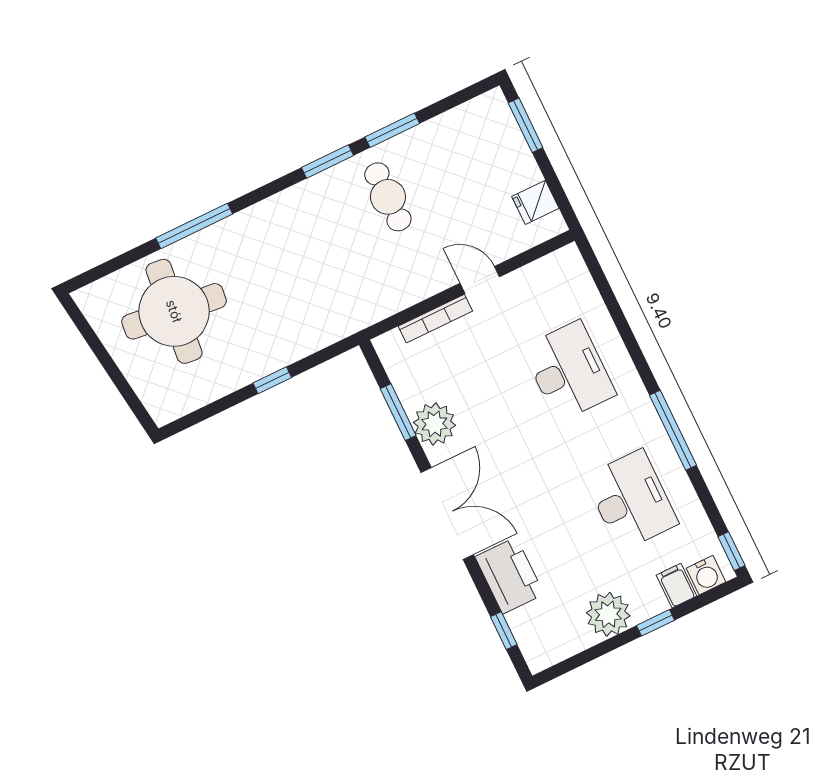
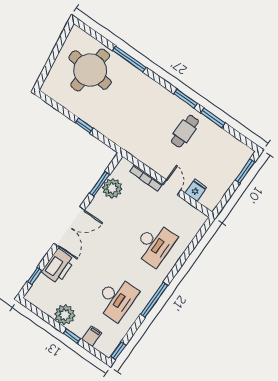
fridge: (535, 202) -> (196, 190), moved, turned 90
plant: (434, 424) -> (112, 188), moved
water cooler: (706, 575) -> (103, 346), removed

